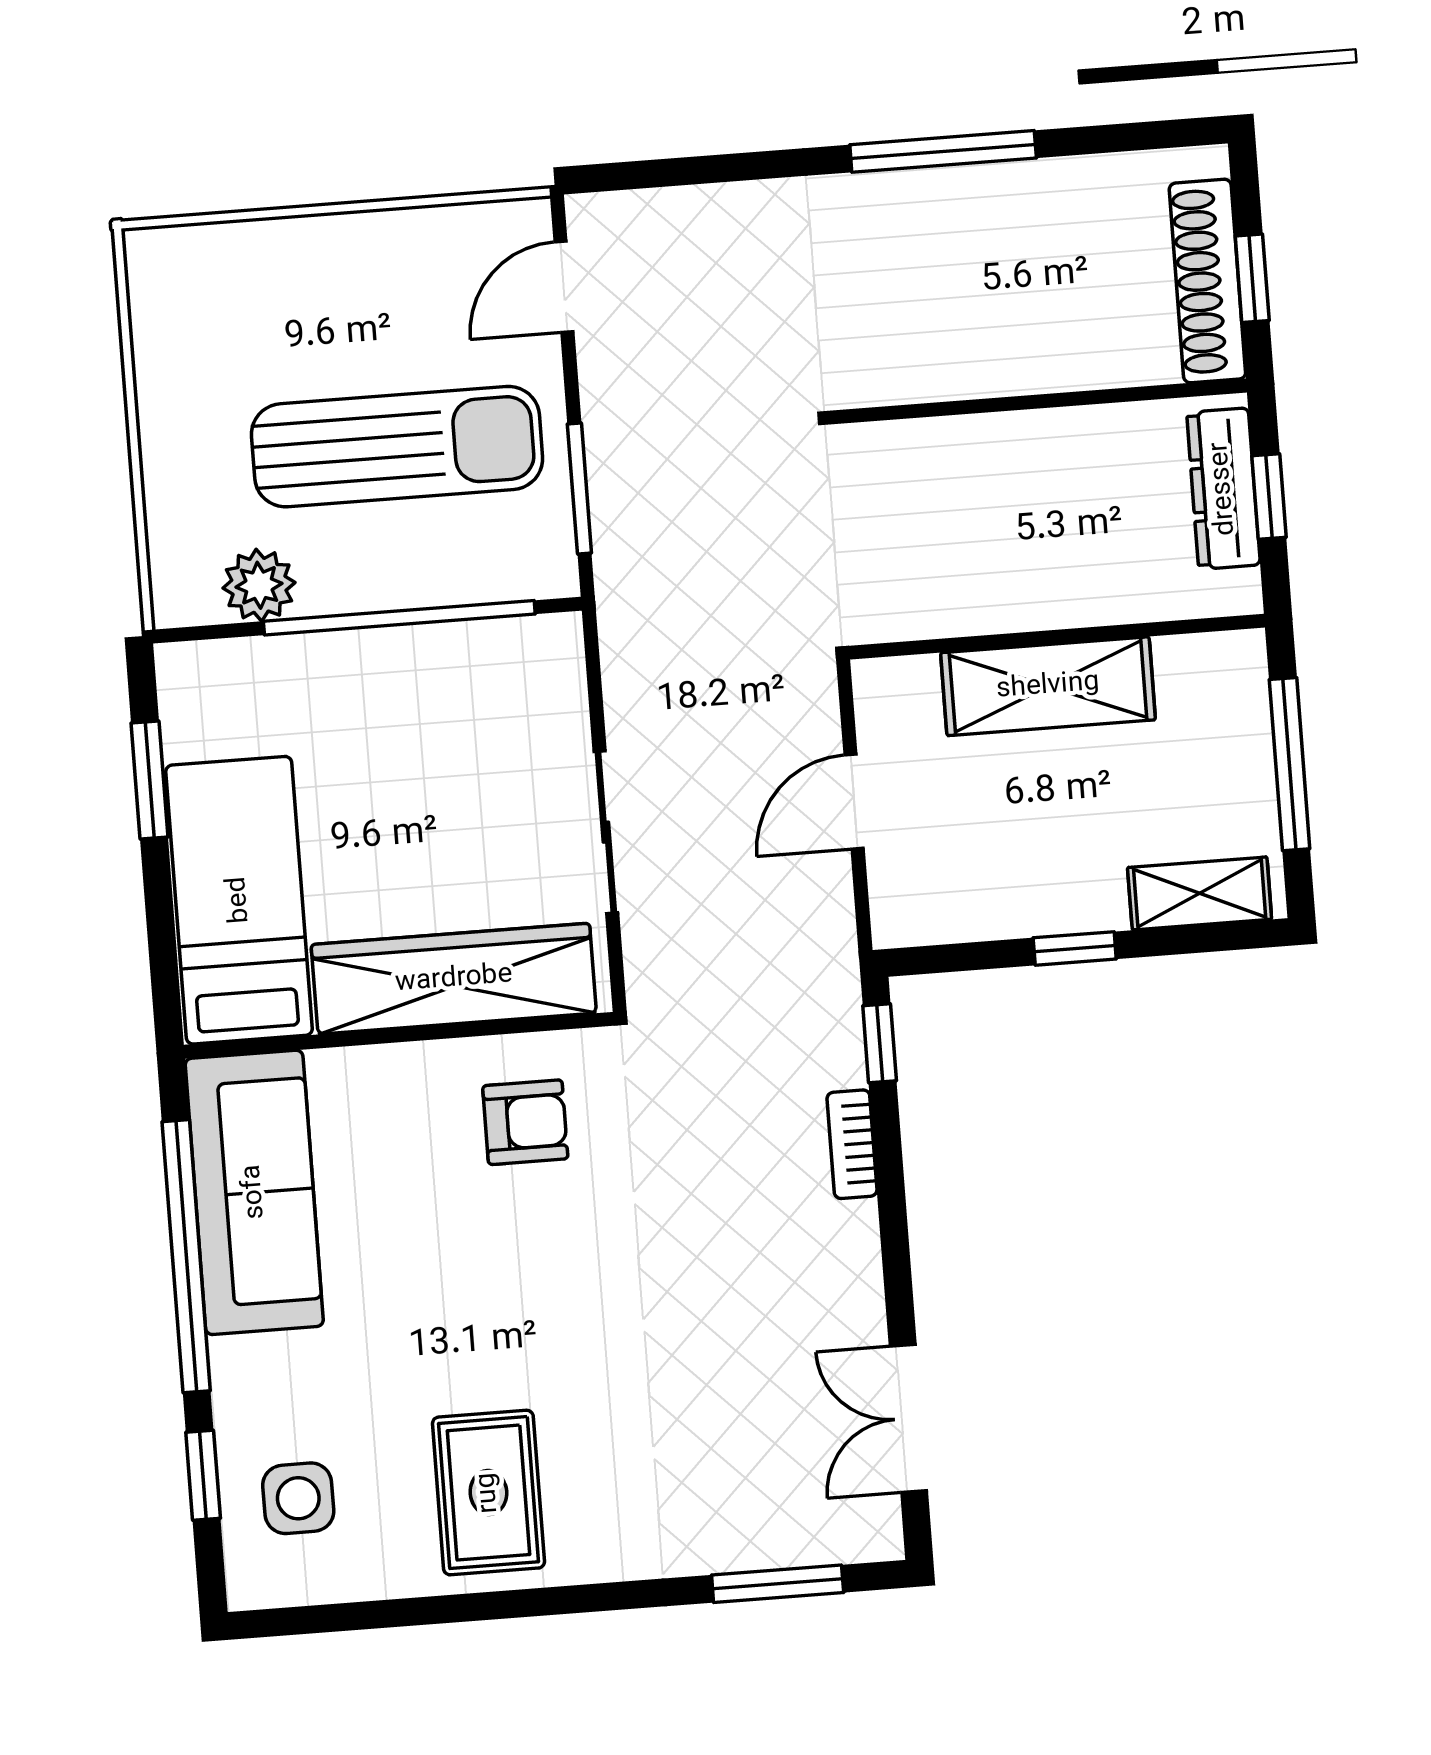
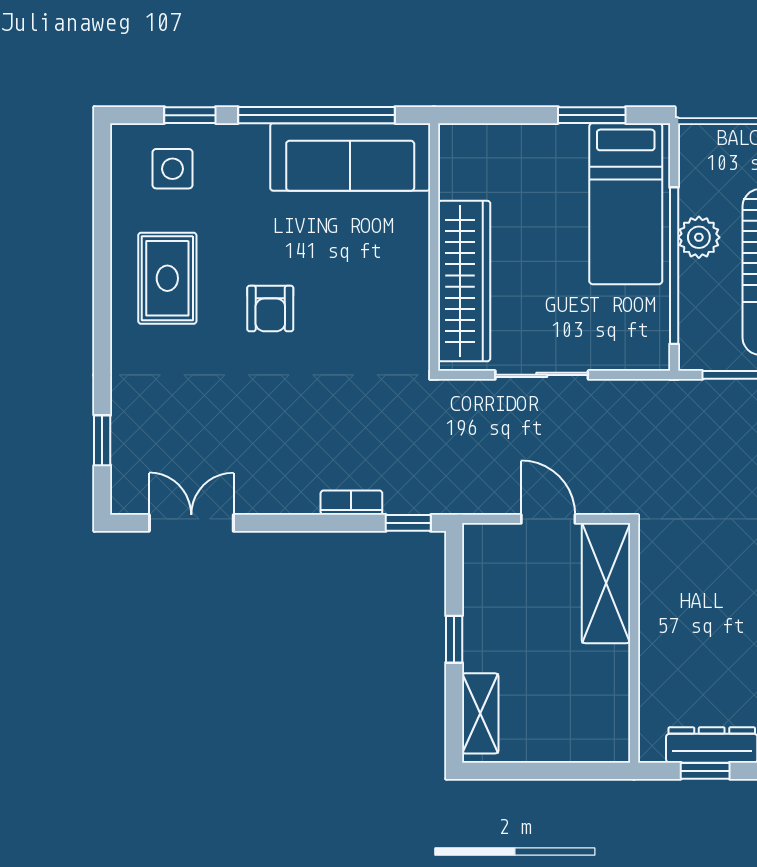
plant: (259, 585) -> (699, 237), moved
shelving: (1048, 686) -> (606, 583), moved
window: (1290, 764) -> (551, 771), removed
bed: (239, 900) -> (626, 204), moved, turned 90
armchair: (525, 1122) -> (270, 308), moved
rug: (488, 1493) -> (167, 278), turned 90
window: (778, 1584) -> (102, 440), width x0.67

